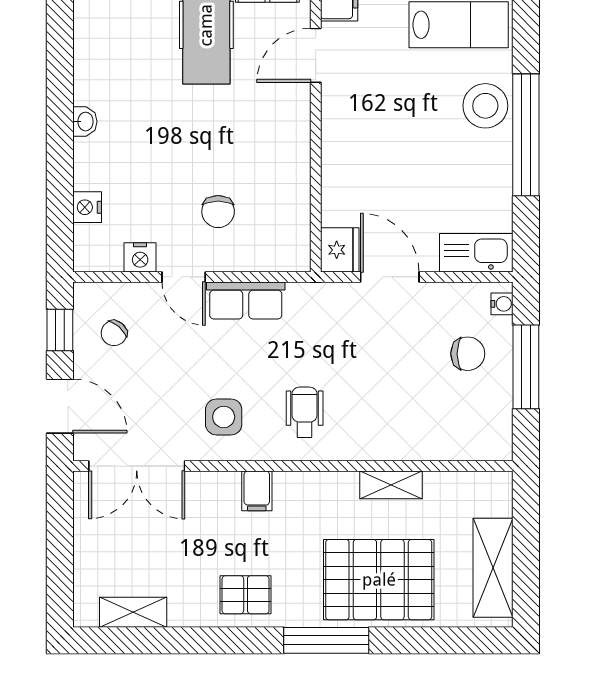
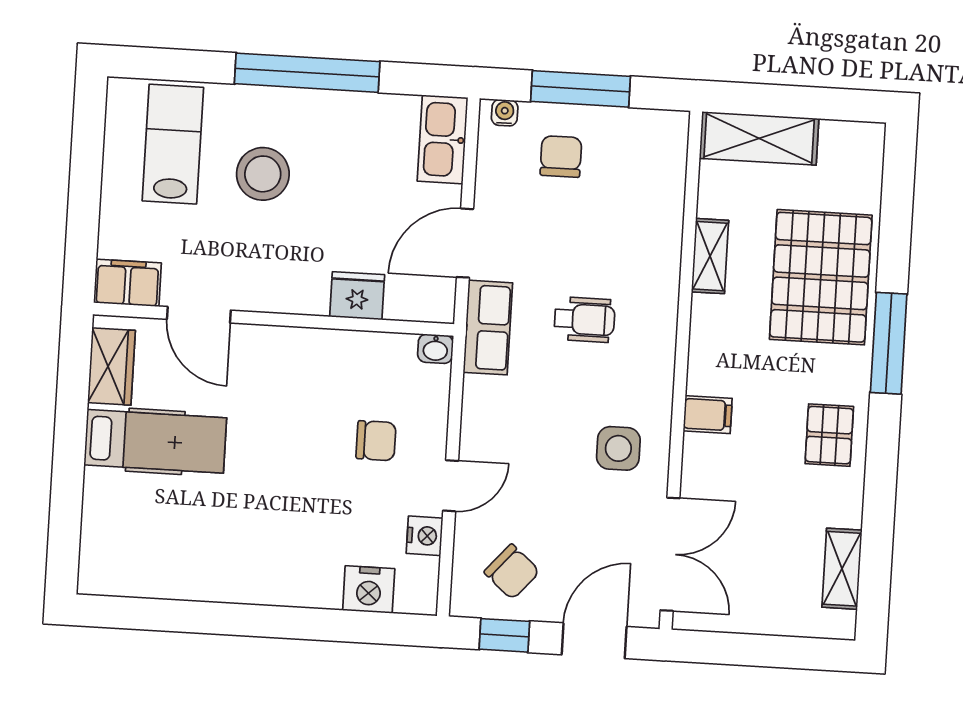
stool: (485, 106) -> (263, 174), moved
washbasin: (85, 122) -> (435, 349), moved, turned 180
nightstand: (87, 207) -> (369, 590), width x1.36, depth x1.33
fridge: (340, 250) -> (357, 296), moved
row of seats: (246, 300) -> (488, 328), moved
chair: (114, 333) -> (512, 572), width x1.37, depth x1.37
wheelchair: (305, 412) -> (584, 320), moved, turned 180
shelving: (493, 568) -> (759, 138), moved

